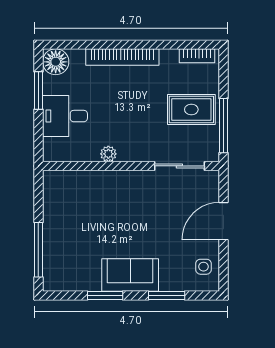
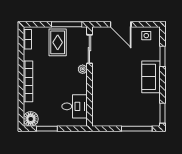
desk: (65, 116) -> (75, 106), moved, turned -90
plant: (108, 154) -> (83, 69), moved
window: (105, 296) -> (163, 113), moved

